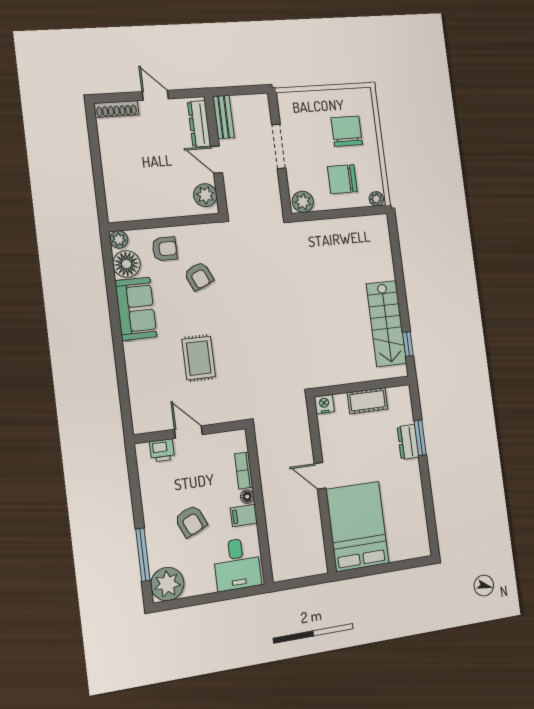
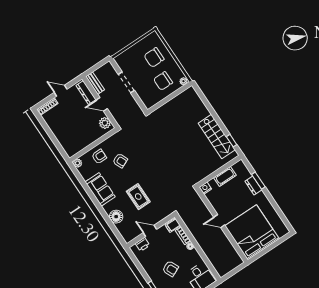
chair: (347, 131) -> (154, 57), turned -90
plant: (303, 202) -> (150, 102), removed
floor lamp: (127, 264) -> (116, 217), moved
filing cabinet: (244, 515) -> (173, 225), moved
bed: (357, 526) -> (252, 232), width x1.36

